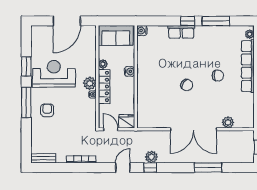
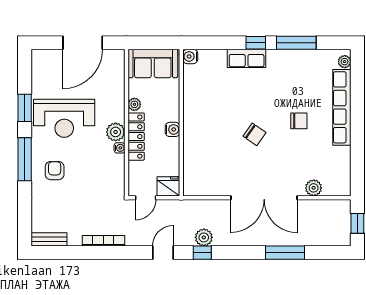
water cooler: (130, 71) -> (173, 129), moved
reception desk: (54, 74) -> (64, 118), turned 180
door: (111, 129) -> (146, 198), swing flipped

